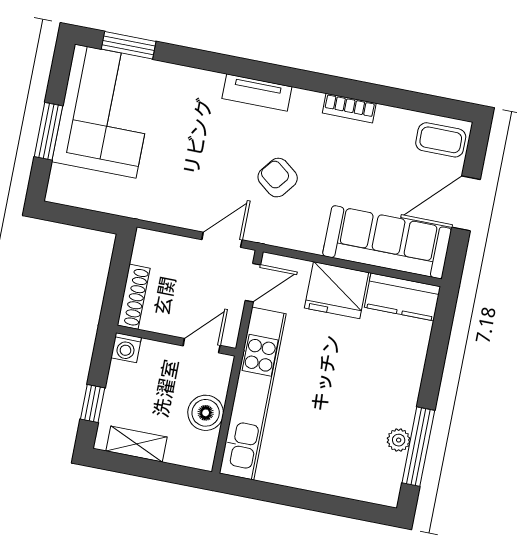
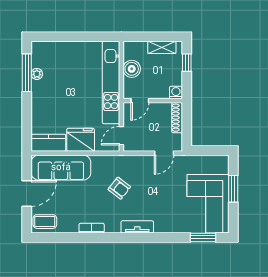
door: (222, 240) -> (164, 153), moved

